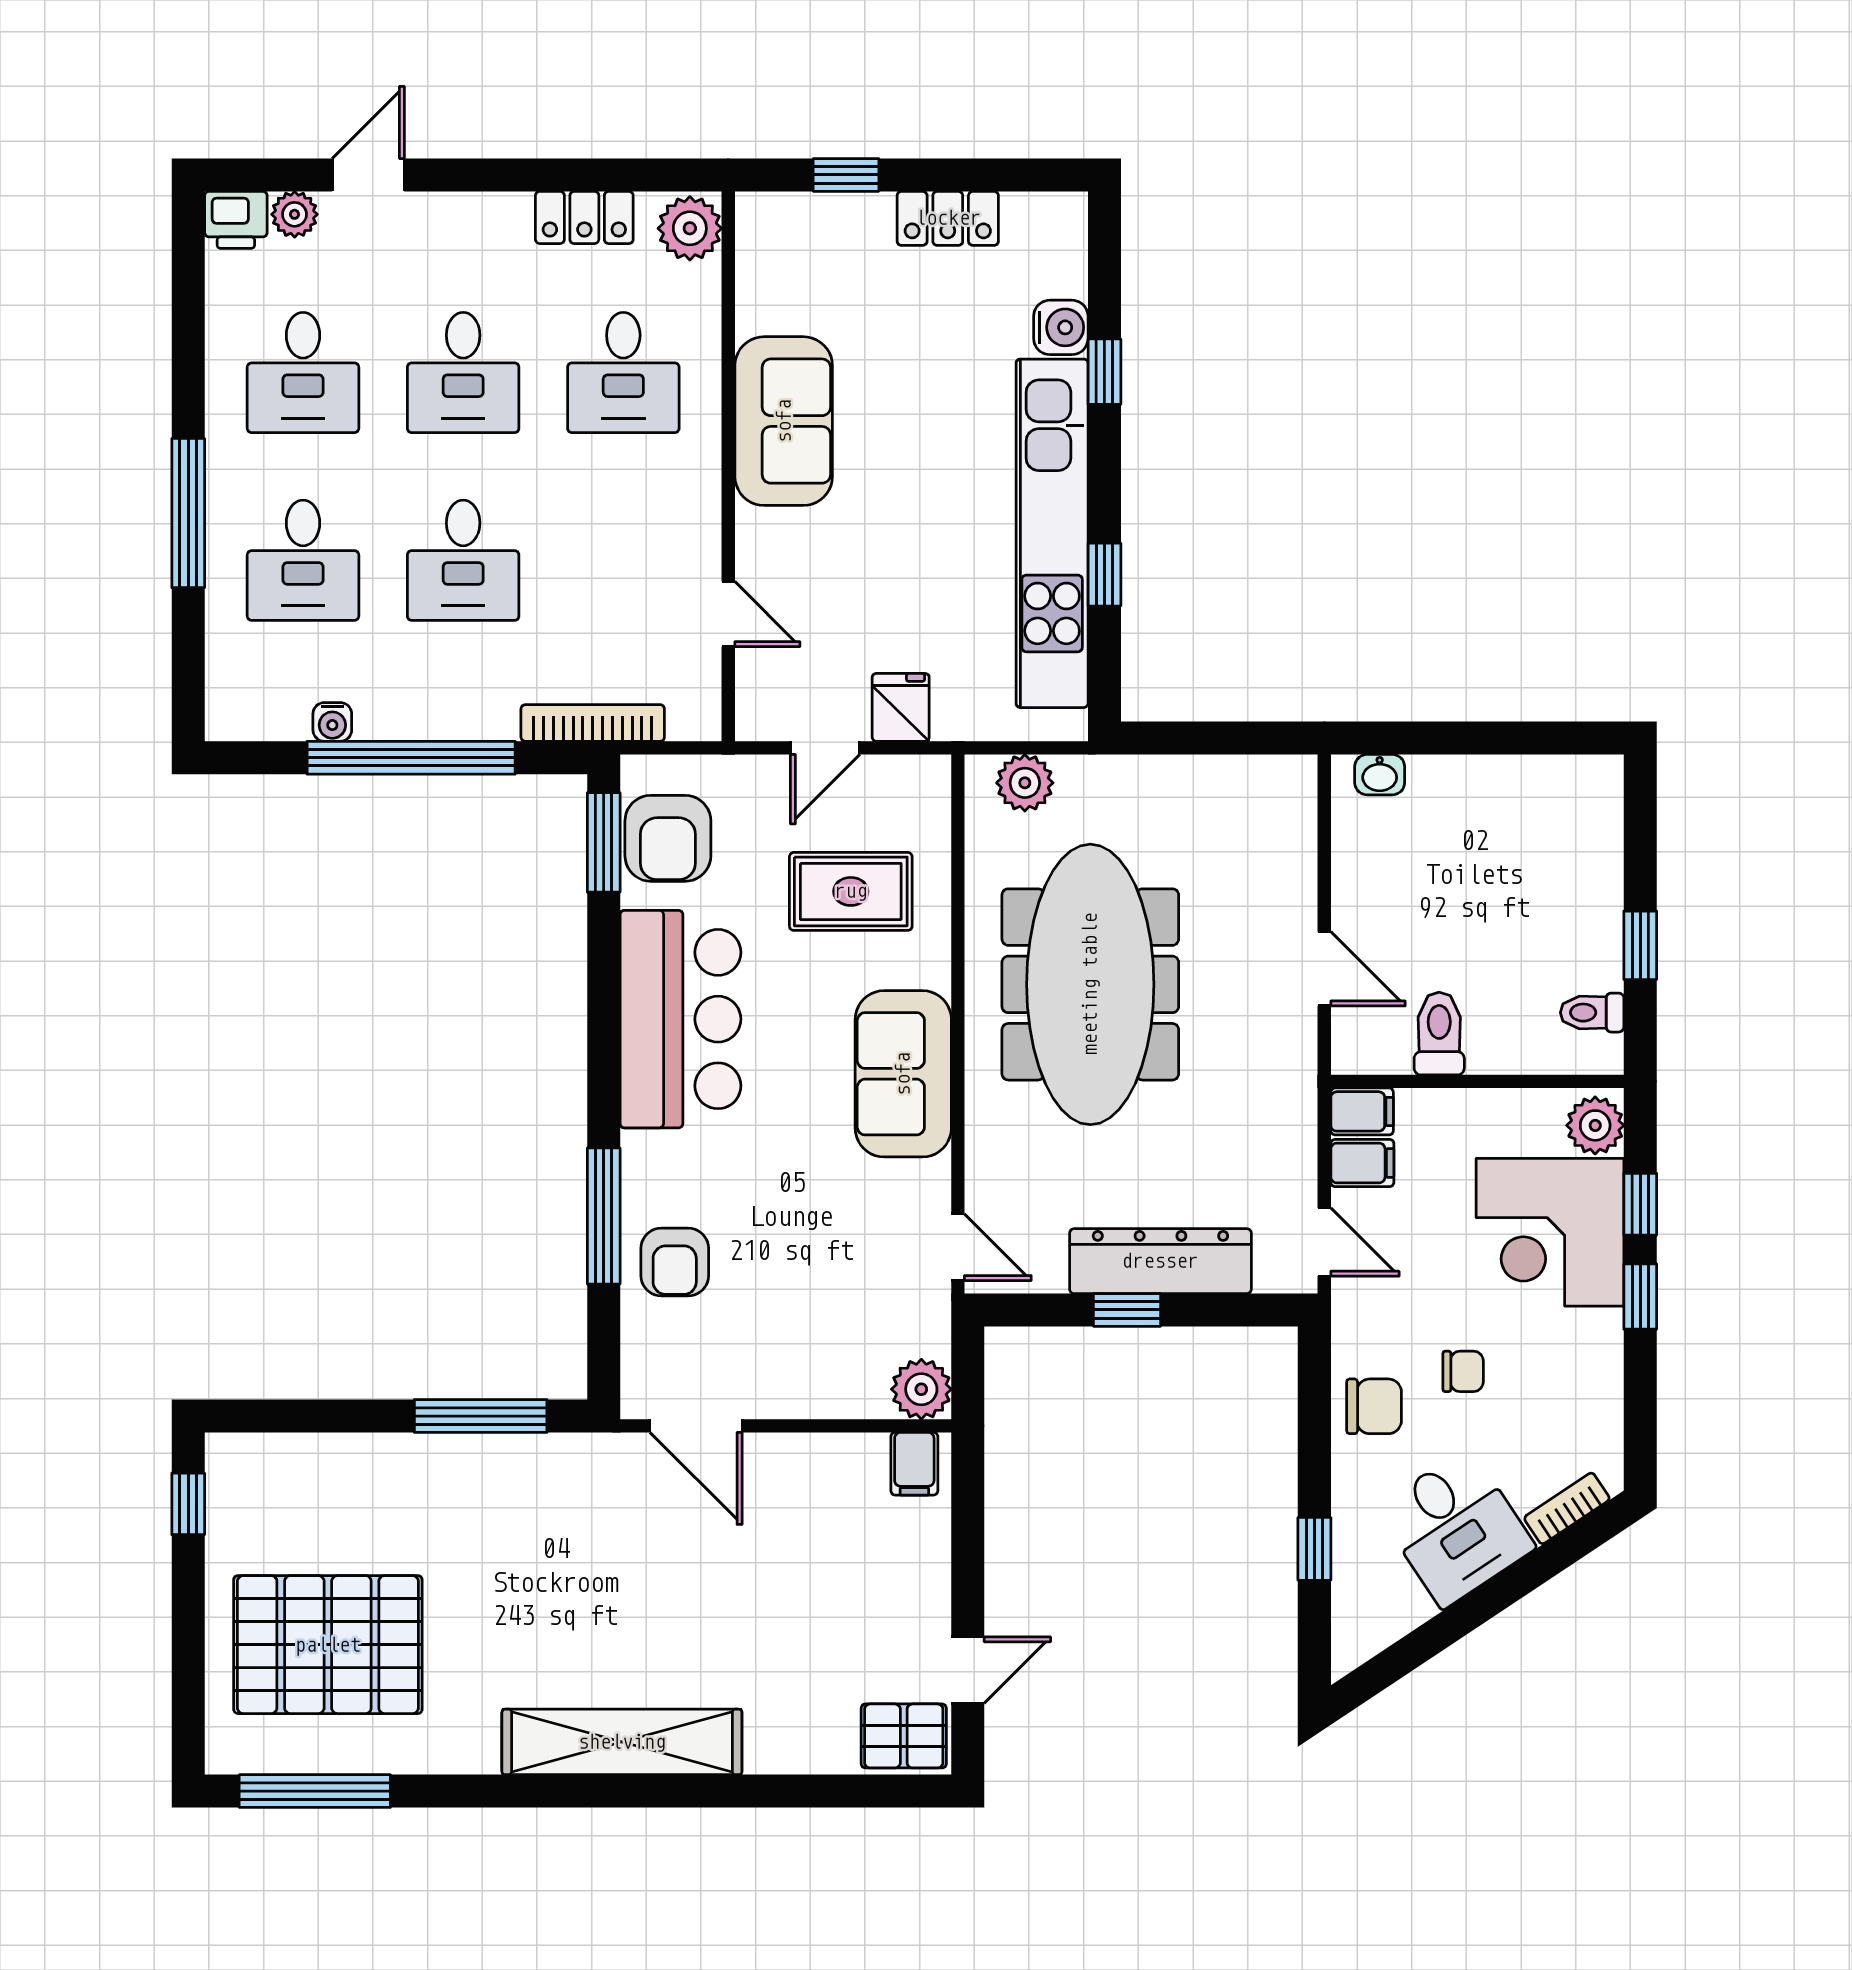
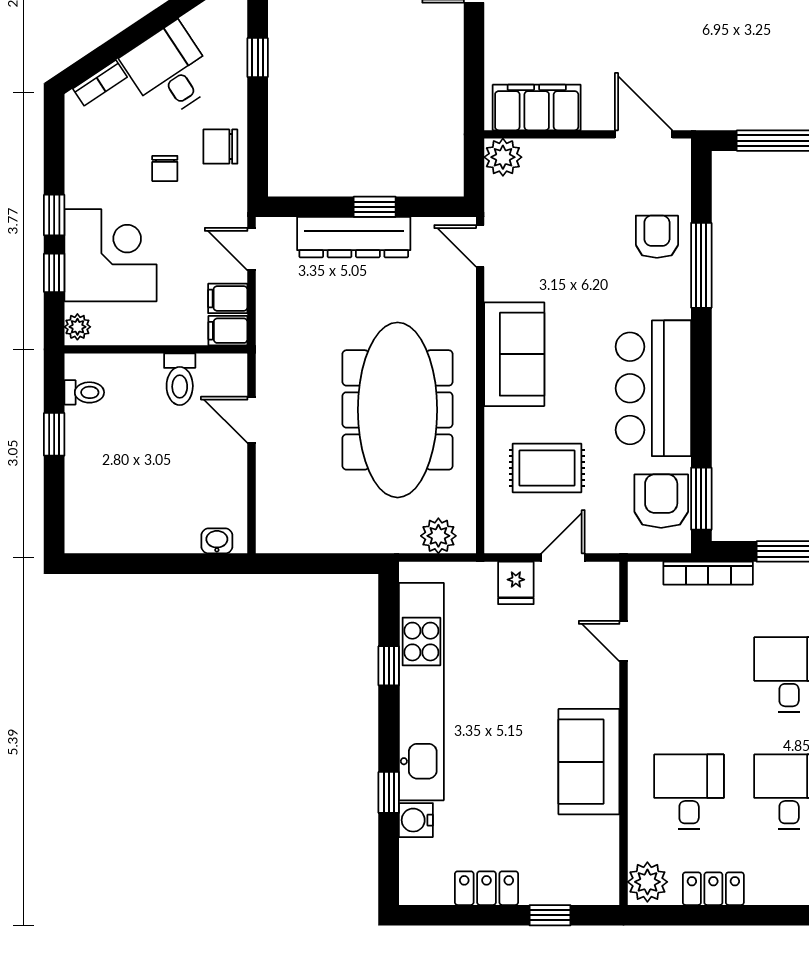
plant: (1595, 1125) -> (77, 327), width x0.73, depth x0.73
chair: (1463, 1371) -> (165, 168), turned -90
filing cabinet: (914, 1464) -> (537, 107), width x3.00, depth x1.17

